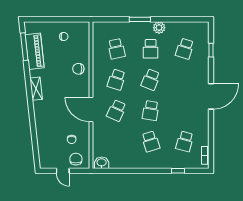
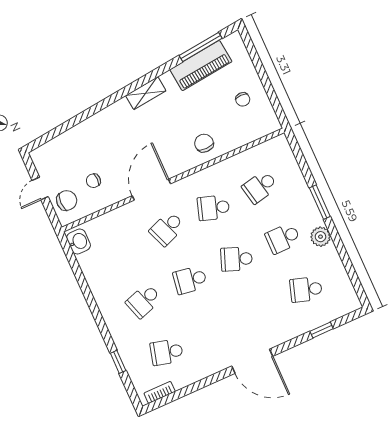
school desk: (116, 111) -> (167, 229), turned -45

